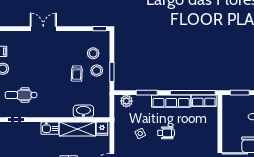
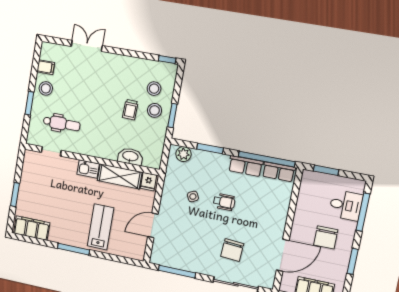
double door: (43, 29) -> (87, 46), moved
dental chair: (21, 95) -> (62, 124), turned 180
row of seats: (171, 101) -> (246, 166), width x0.68

